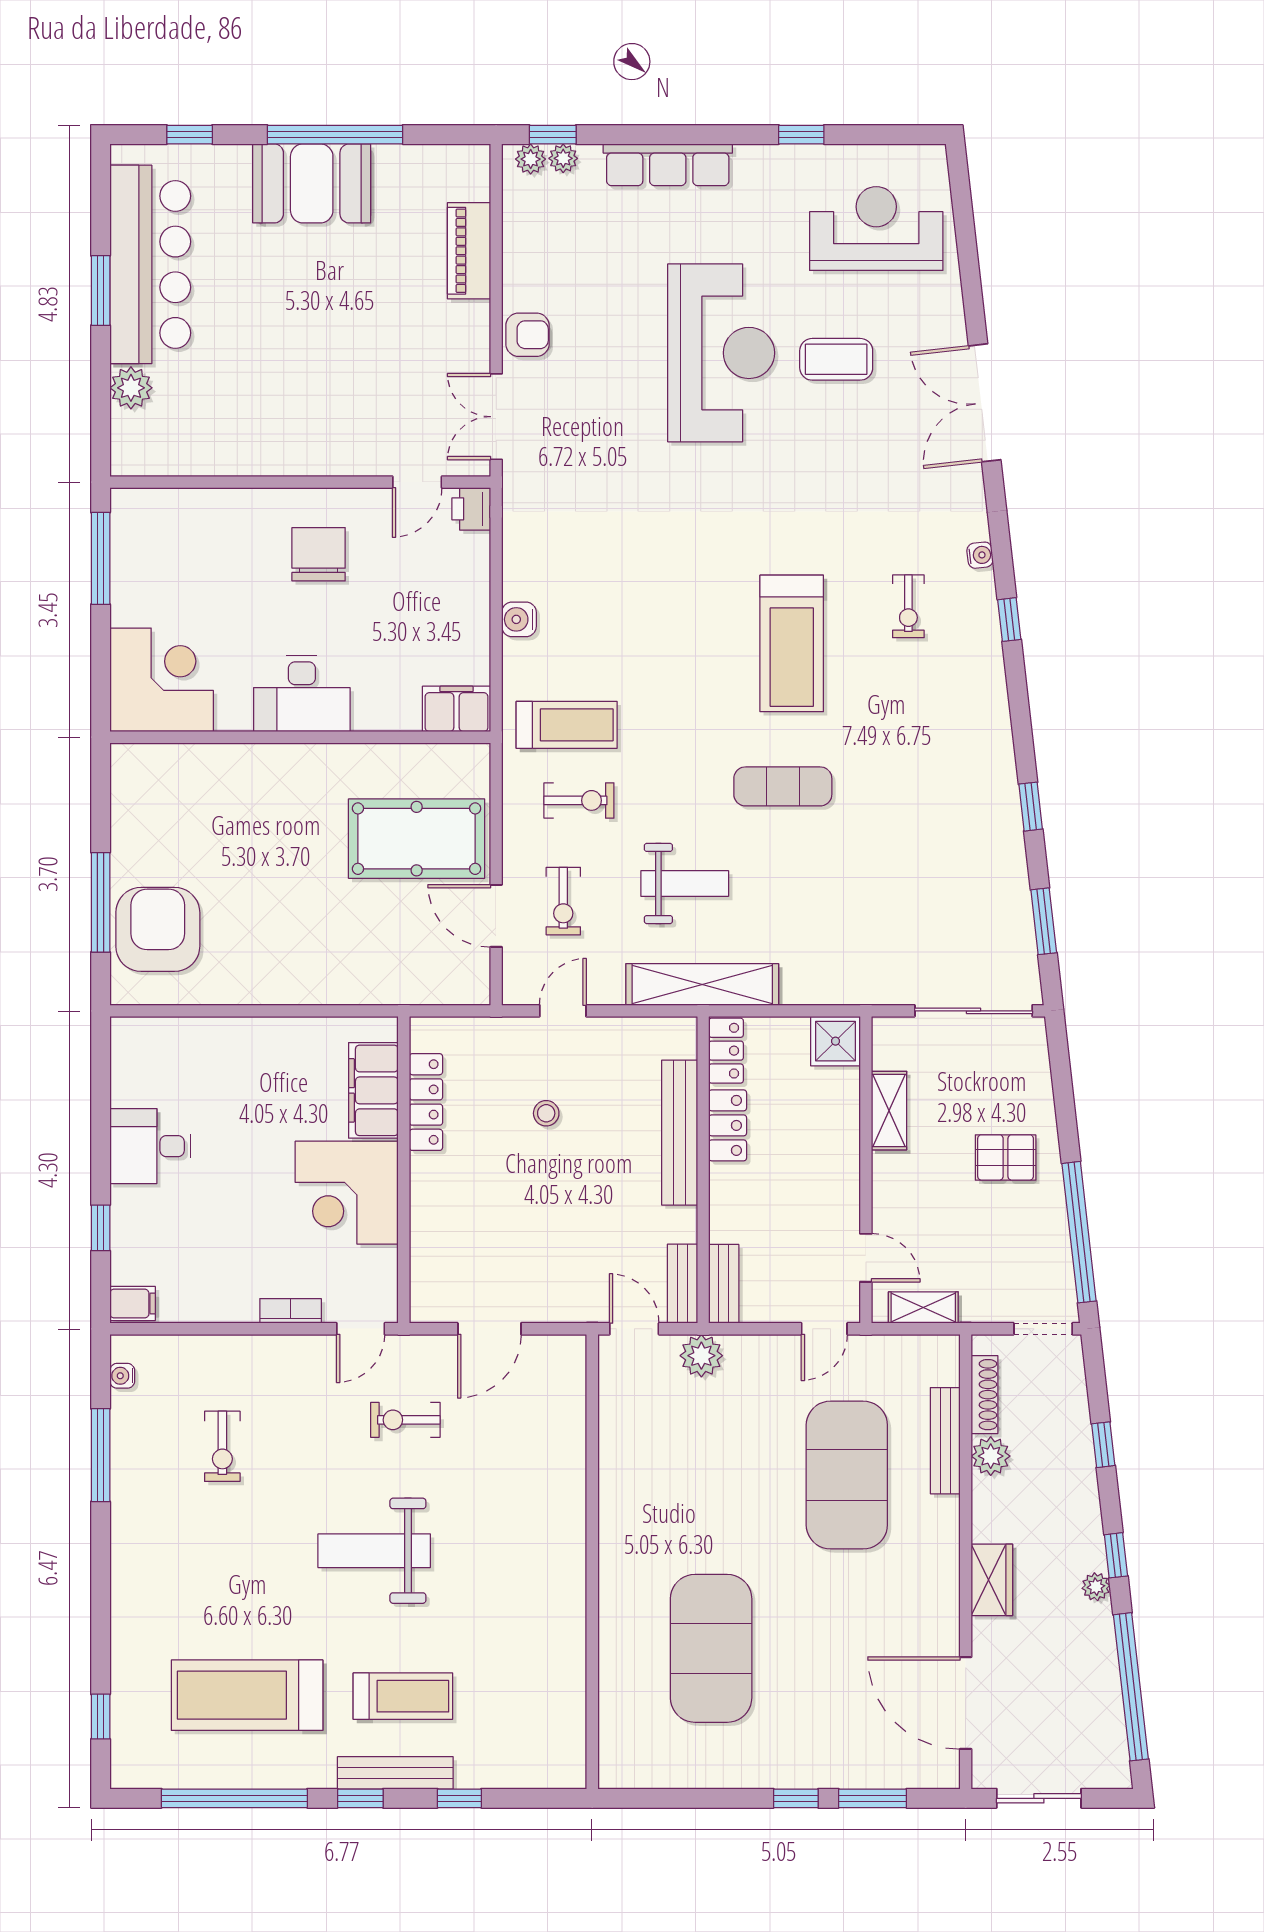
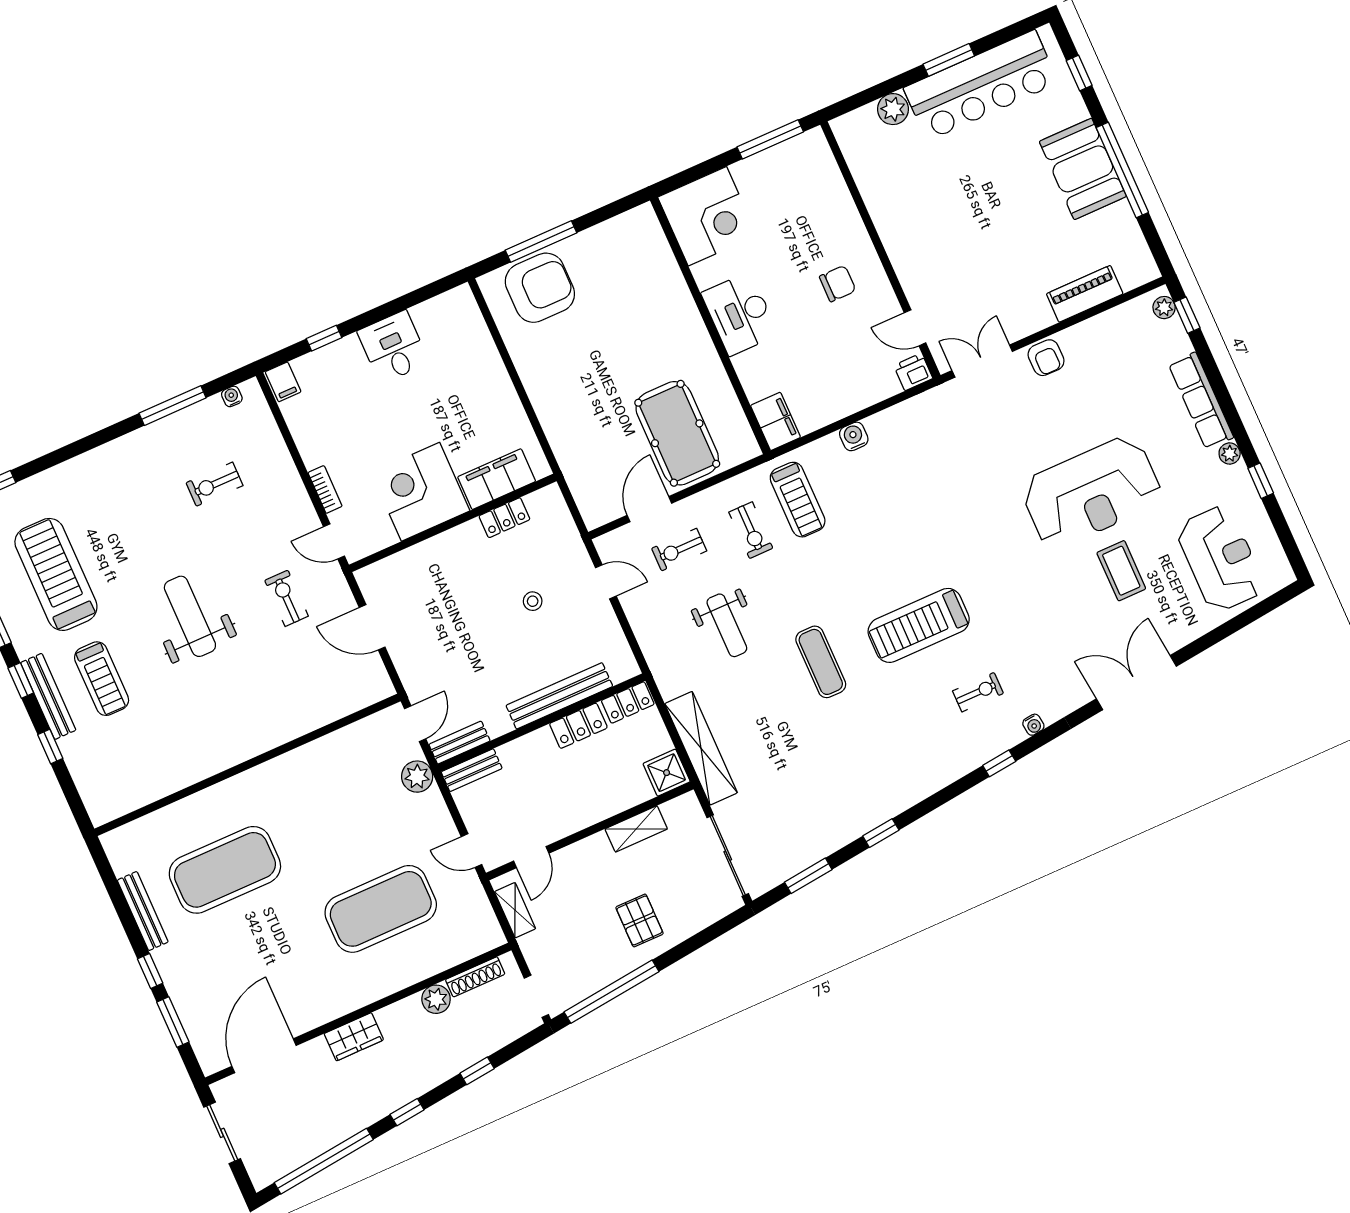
plant: (563, 158) -> (1230, 454), moved
chair: (319, 554) -> (838, 284), width x0.73, depth x0.73
exercise bike: (908, 606) -> (978, 692), turned 180
shelving: (702, 984) -> (701, 748), moved
locker: (426, 1102) -> (504, 518), width x0.66
bench: (945, 1441) -> (143, 911), moved, turned 90
plant: (1096, 1587) -> (380, 1108), removed

